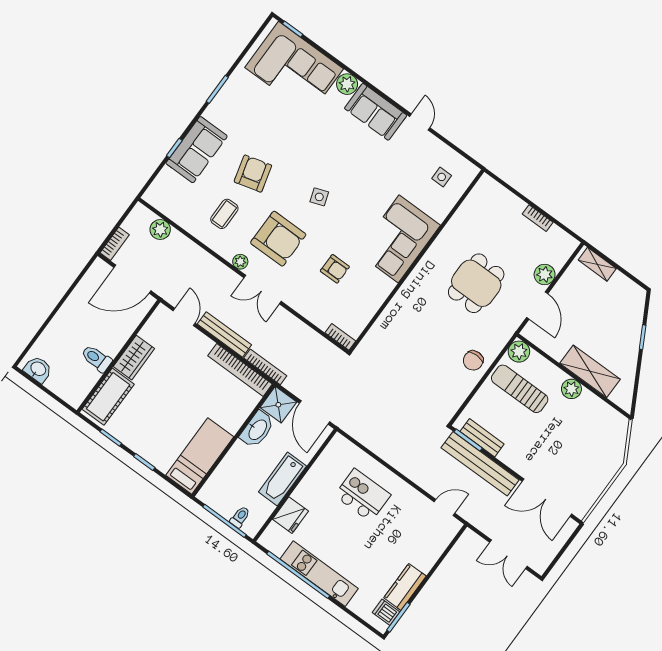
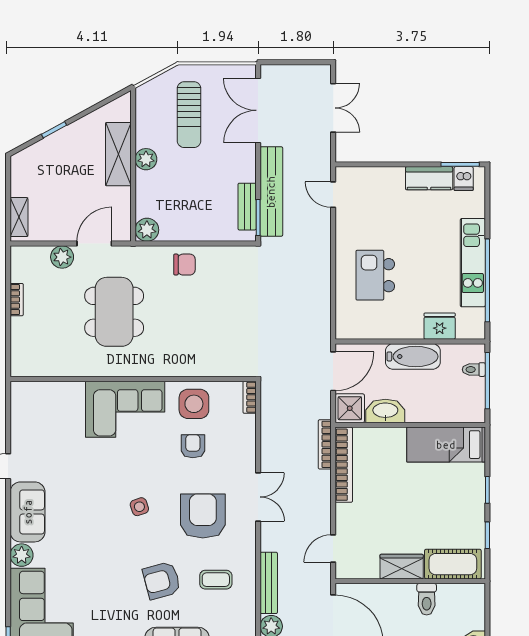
side table: (442, 177) -> (194, 404), moved, width x1.87, depth x1.87
plant: (240, 262) -> (248, 535), removed
dining table: (476, 283) -> (114, 312), width x1.37
bench: (224, 334) -> (269, 583), moved
sun lounger: (520, 389) -> (189, 115), moved
double door: (547, 498) -> (258, 110), swing flipped

